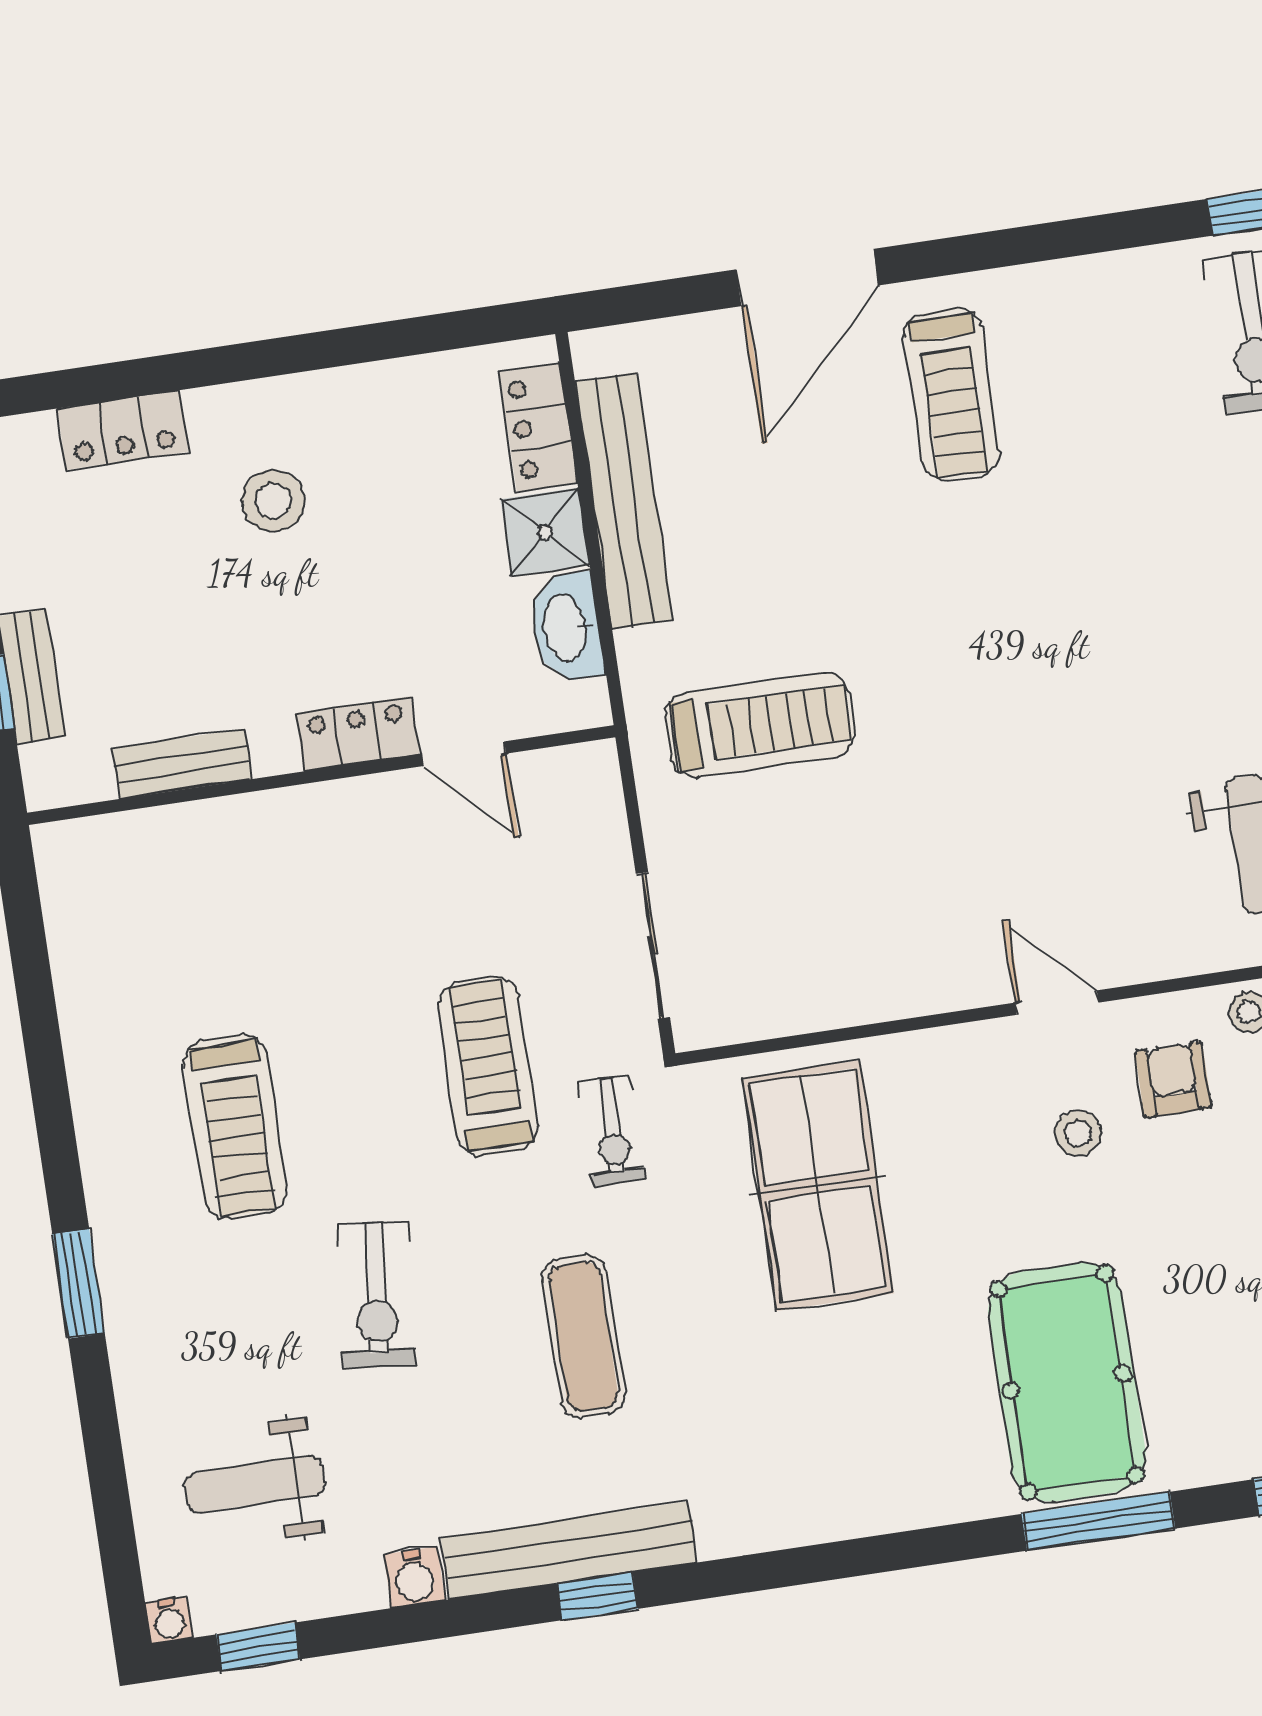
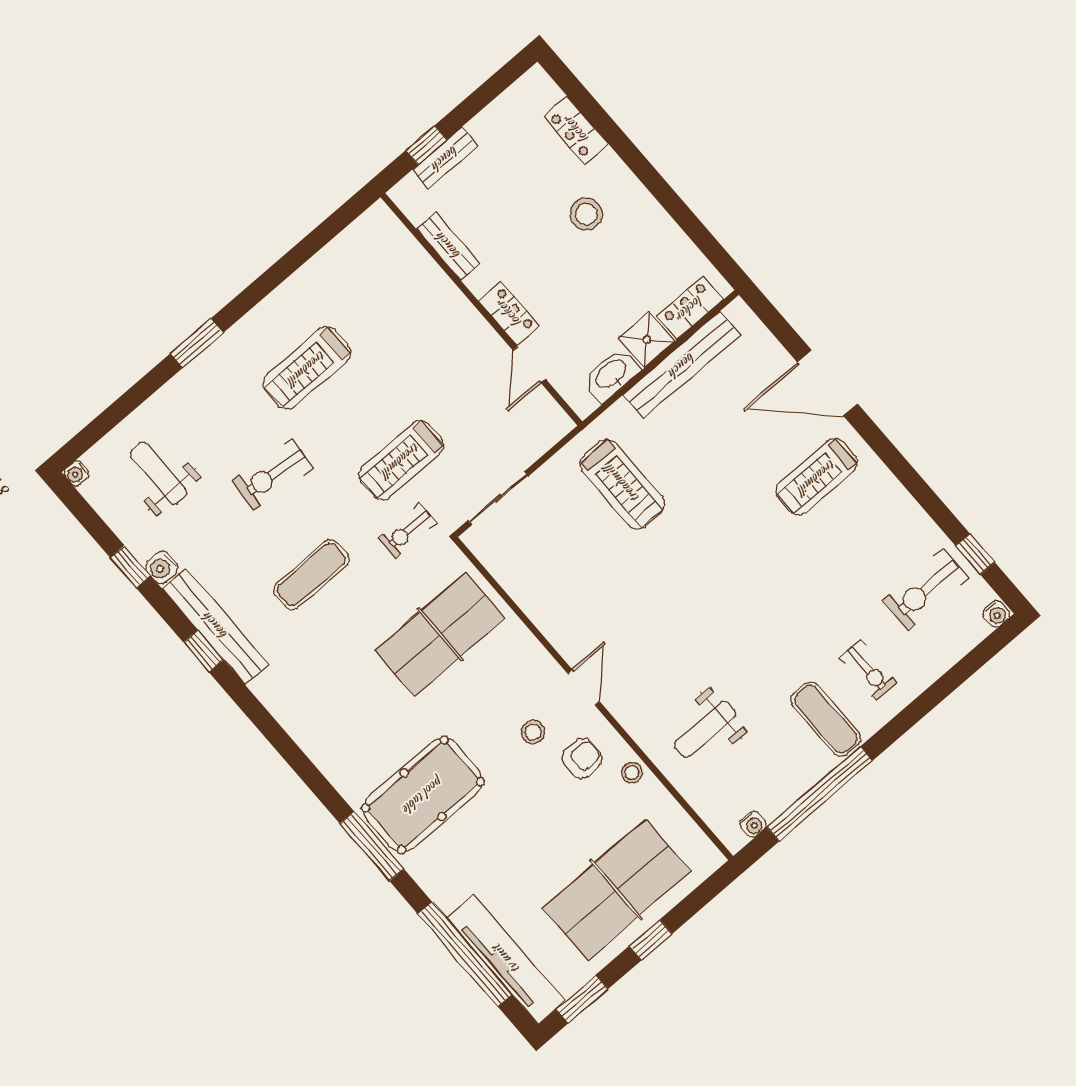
treadmill: (488, 1067) -> (401, 460), turned 180
window: (258, 1647) -> (130, 567), moved

